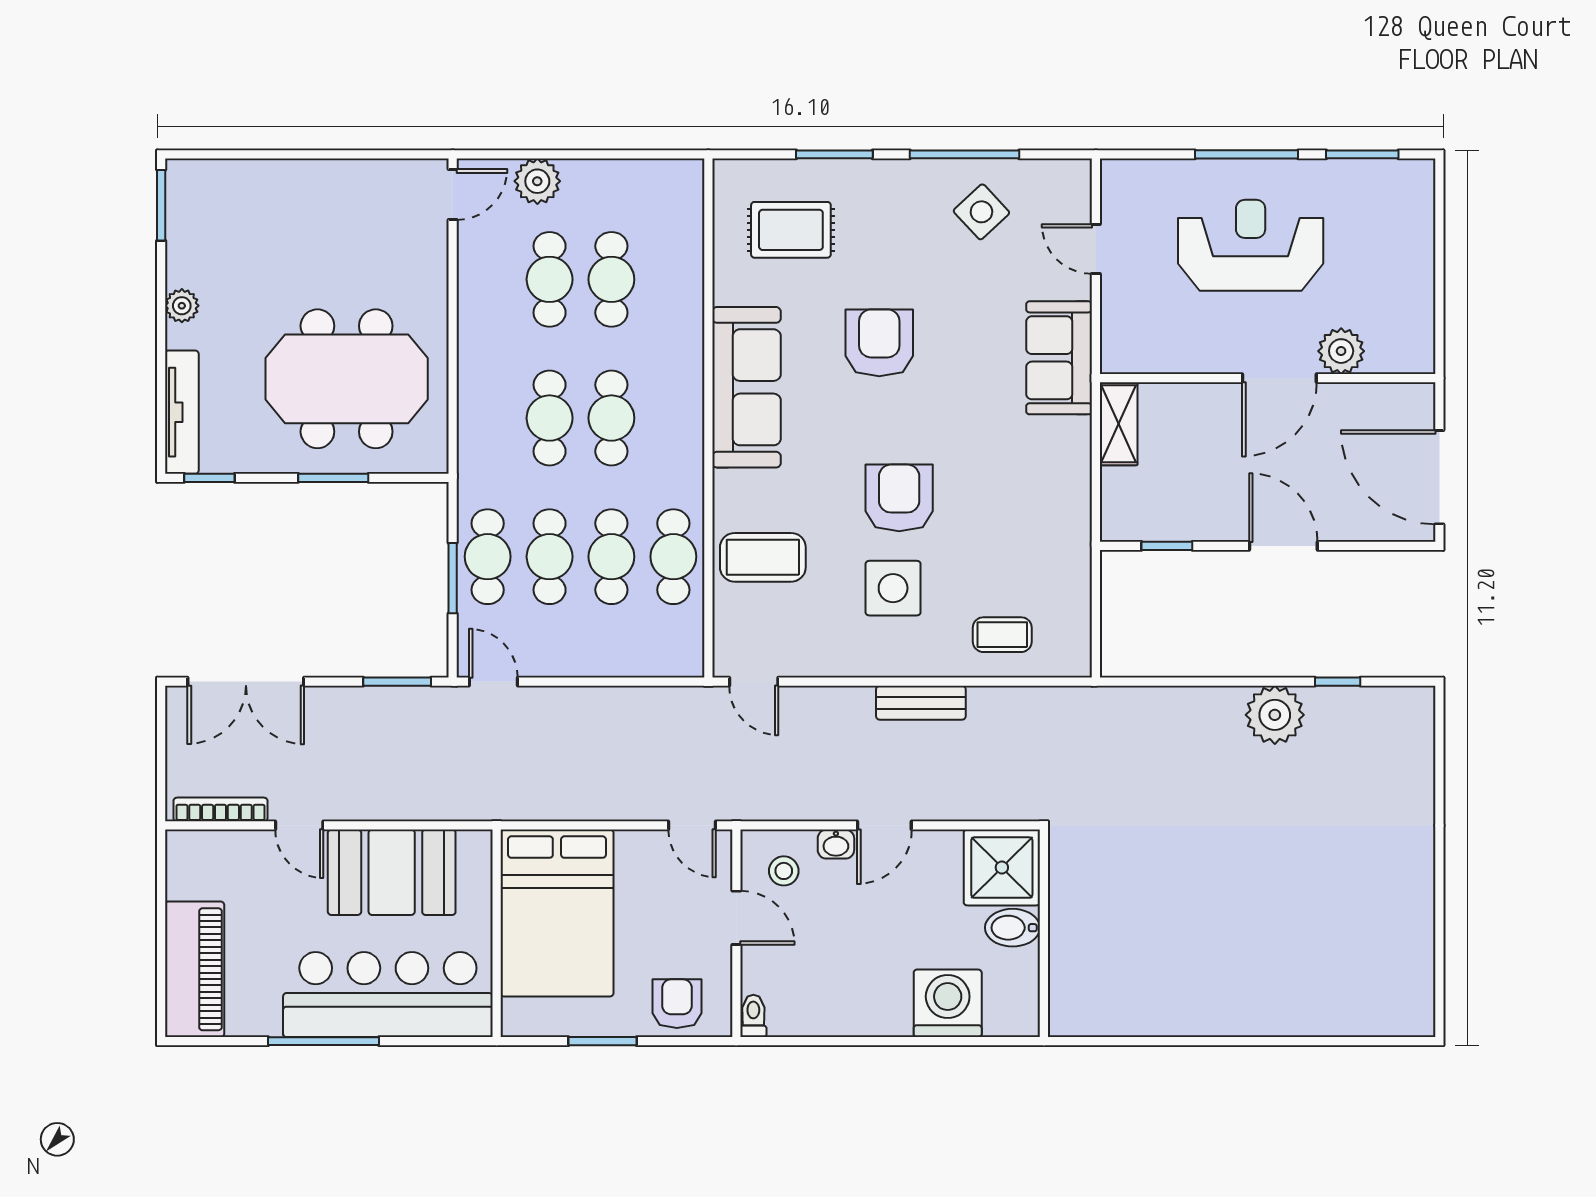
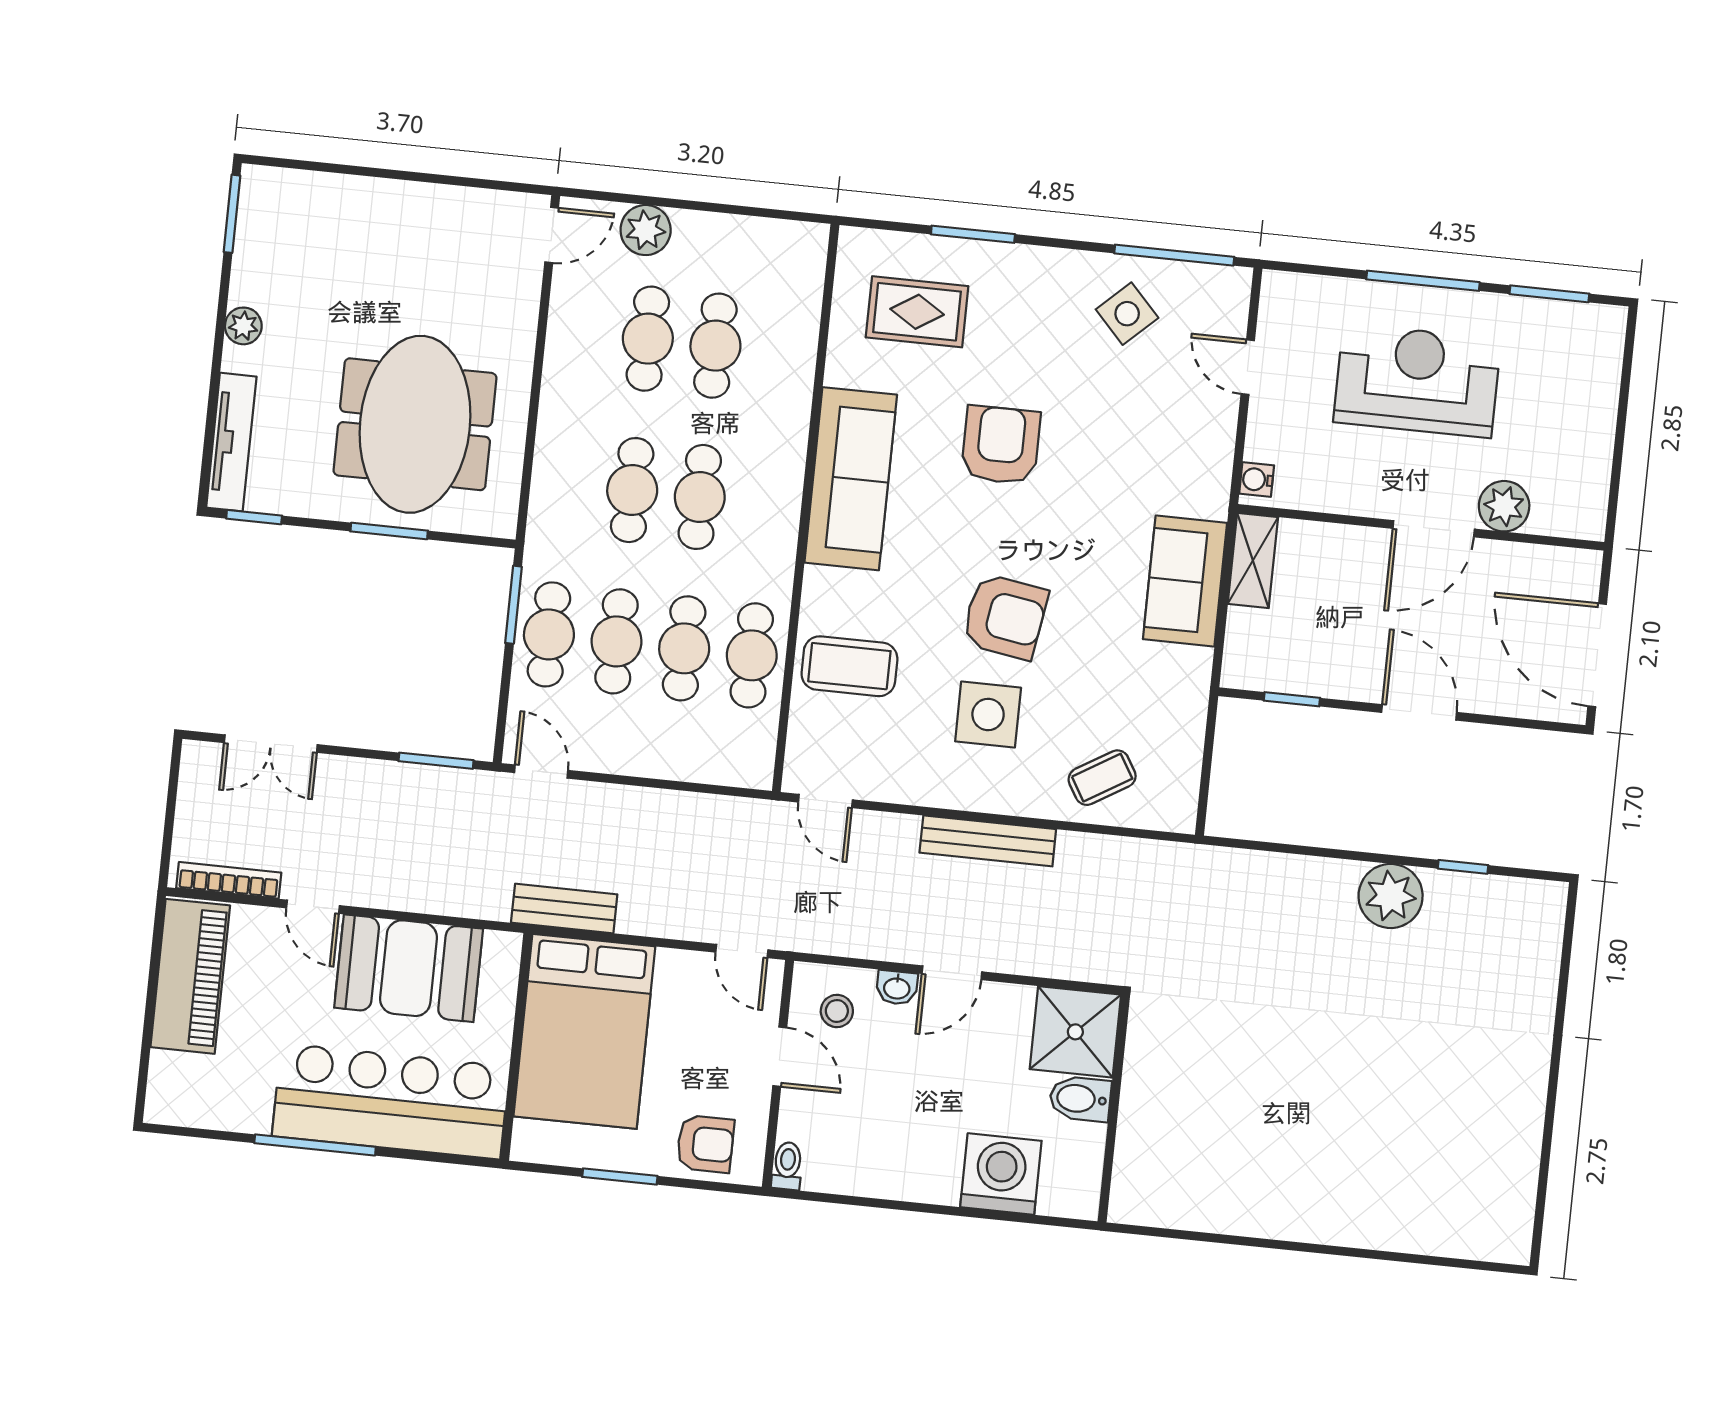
window: (964, 154) -> (1174, 255), moved
water cooler: (1114, 350) -> (1257, 479), added
sofa: (1059, 358) -> (1185, 581), moved
meeting table: (347, 379) -> (415, 424), turned 90
armchair: (899, 498) -> (1005, 617), turned 99
window: (453, 578) -> (513, 605), moved
coffee table: (1002, 635) -> (1102, 778), turned -31
double door: (246, 682) -> (271, 744), width x0.73
bench: (921, 703) -> (988, 841), width x1.36
bench: (527, 804) -> (564, 909), added
piano: (195, 969) -> (190, 976), moved
armchair: (677, 1004) -> (705, 1144), turned 90

